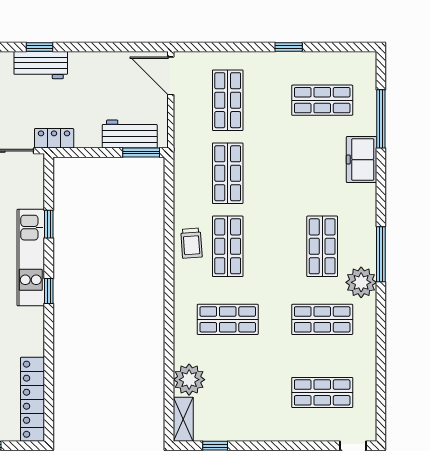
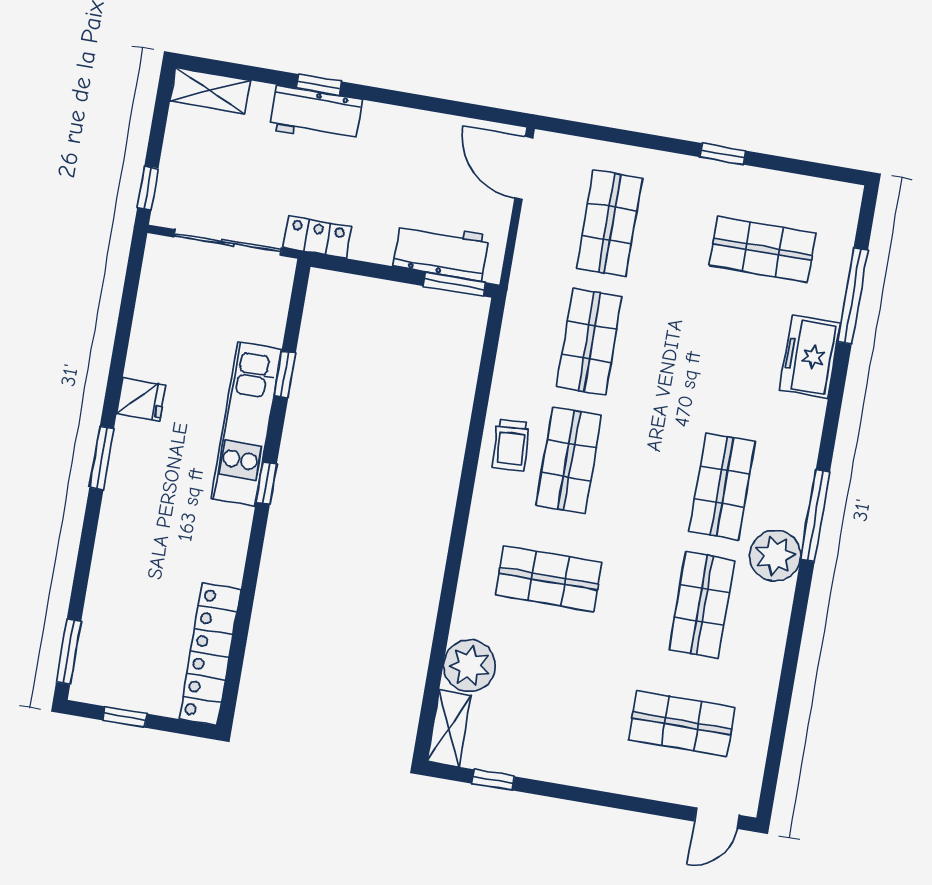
shop shelf: (322, 319) -> (702, 605), turned 90

